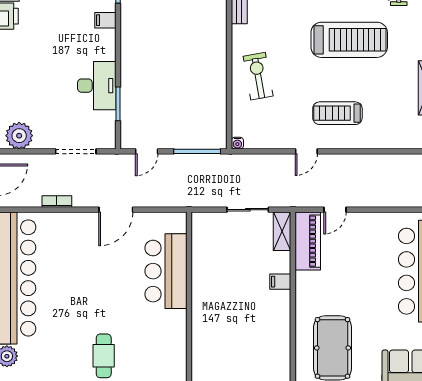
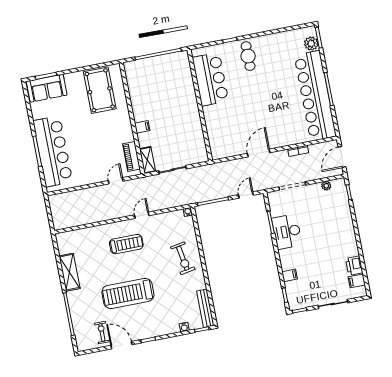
plant: (19, 136) -> (326, 186), width x0.53, depth x0.53
piano: (308, 241) -> (131, 156), width x0.73, depth x0.75
bar counter: (166, 271) -> (210, 79), moved

